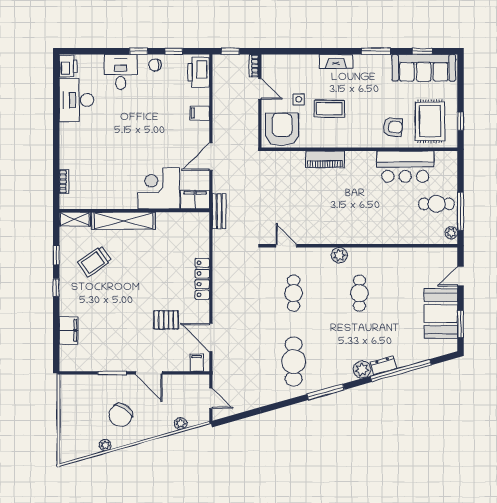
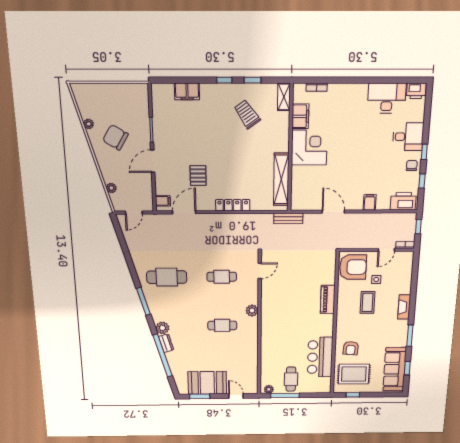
corner desk: (159, 188) -> (309, 148), moved
filing cabinet: (195, 199) -> (300, 116), moved
shelving: (123, 221) -> (281, 179), moved

